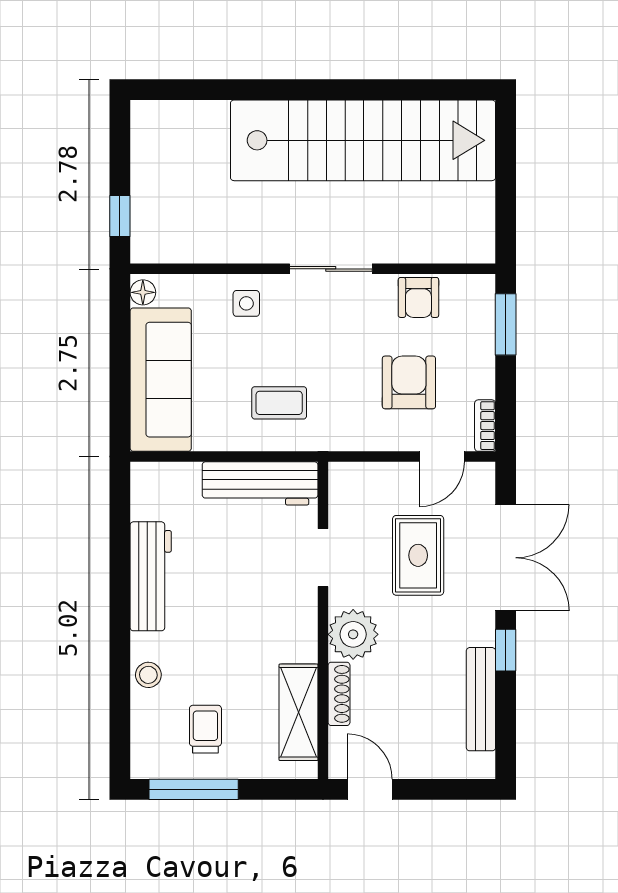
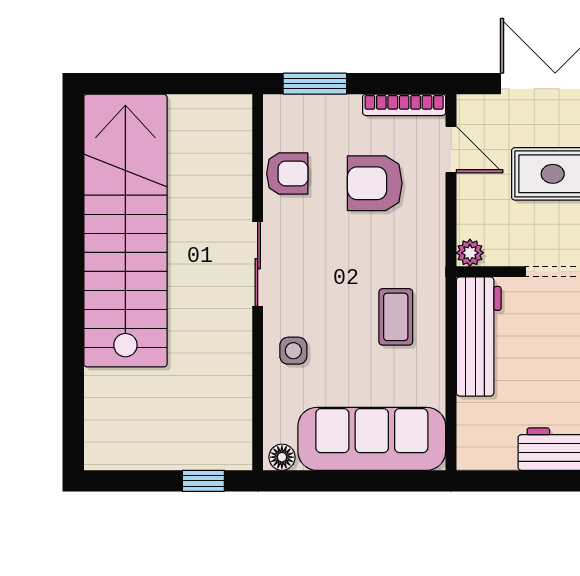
bookcase: (485, 426) -> (404, 105), width x1.56
plant: (341, 475) -> (470, 253), added

